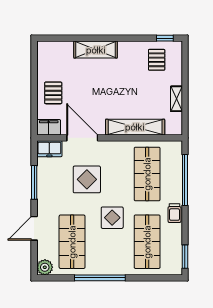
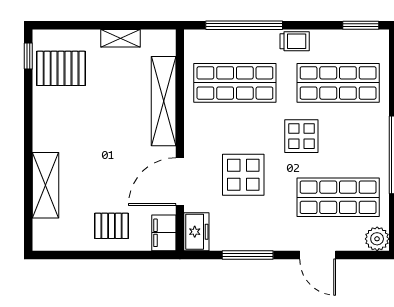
shelving: (96, 50) -> (45, 185), moved
pallet: (157, 60) -> (61, 68), width x1.50, depth x1.42

